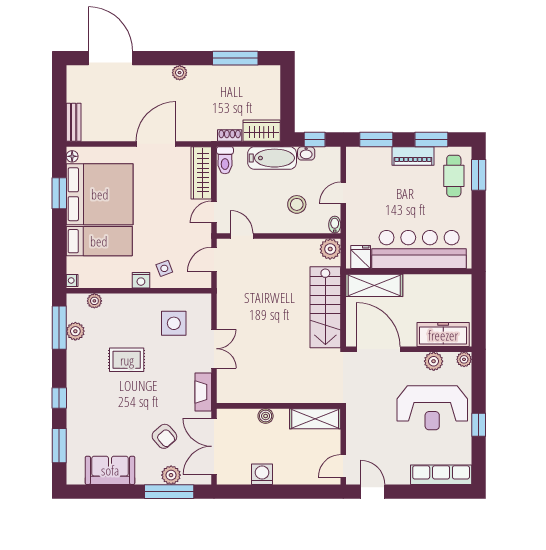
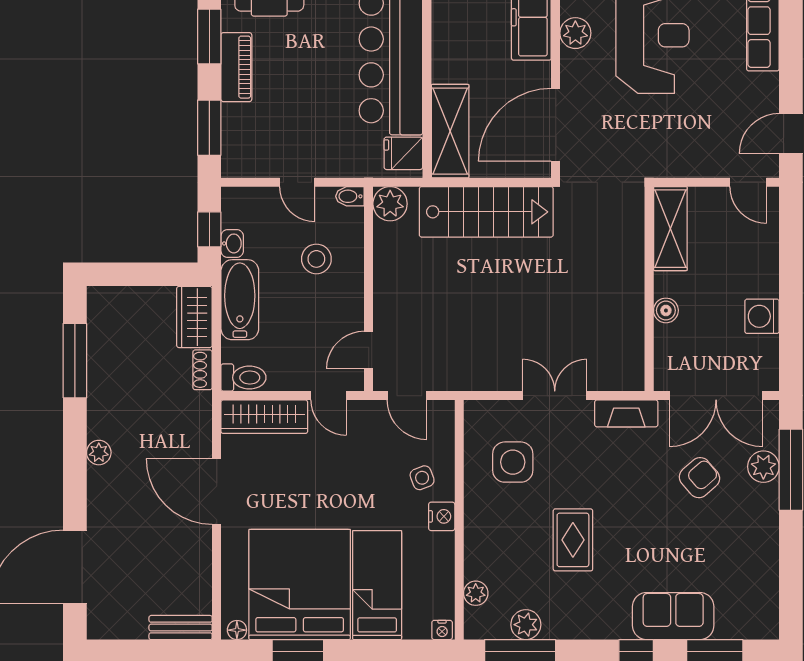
sofa: (110, 470) -> (673, 616), moved, turned 90

